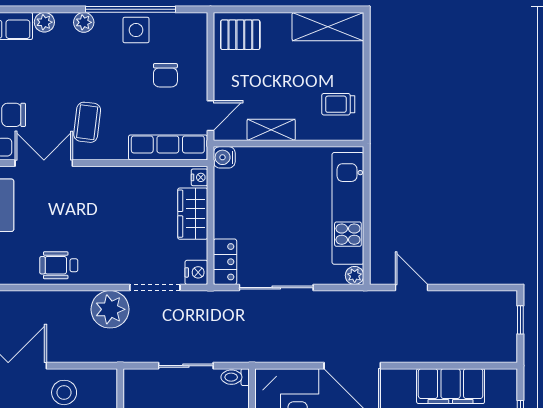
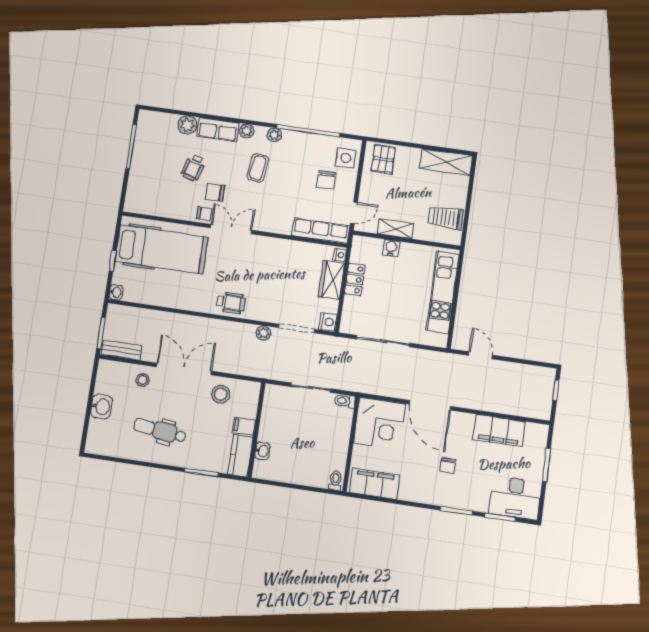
side table: (136, 30) -> (346, 158), moved
pallet: (240, 35) -> (383, 159), turned 90
trolley: (338, 104) -> (446, 218), width x1.36, depth x1.39
coffee table: (87, 122) -> (258, 168), moved
water cooler: (224, 157) -> (391, 248), moved, turned 90
locker: (225, 262) -> (355, 279), moved
wheelchair: (59, 265) -> (231, 303), turned 180
plant: (355, 275) -> (441, 341), removed
plant: (110, 309) -> (263, 333), width x0.53, depth x0.53

